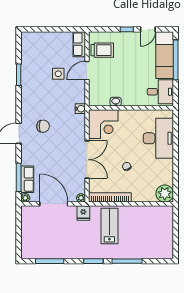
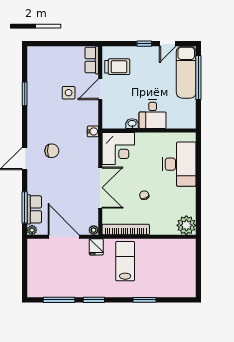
desk: (160, 92) -> (153, 114), moved, turned 90
window: (93, 261) -> (94, 300), moved
window: (127, 261) -> (145, 300), width x0.69

